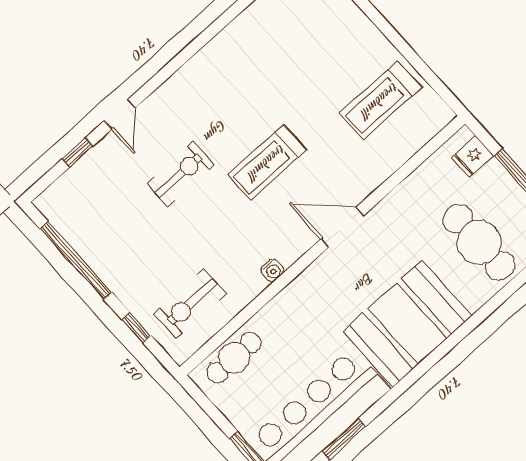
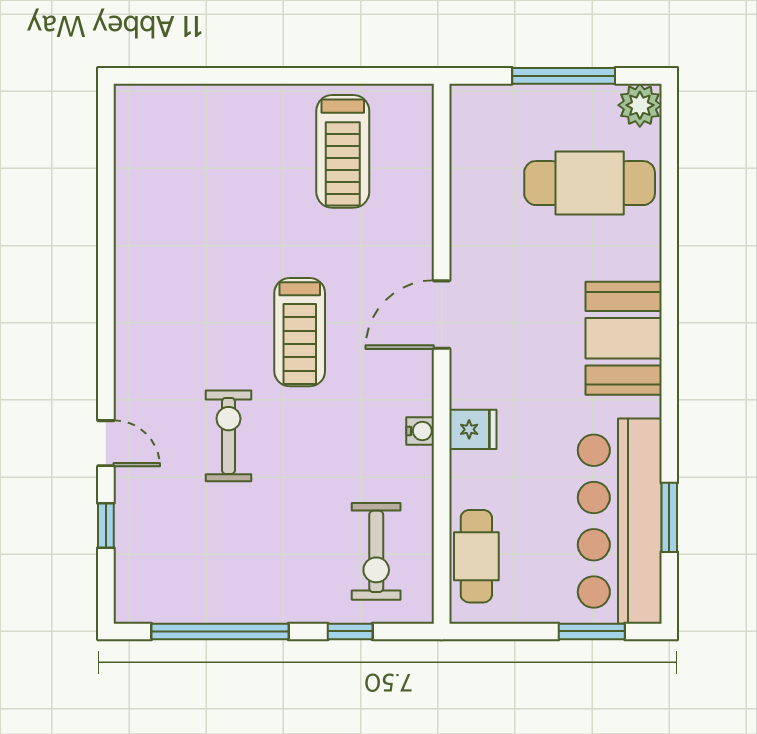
fridge: (472, 156) -> (473, 429), moved, turned -90
booth: (407, 324) -> (624, 338), width x0.73, depth x0.70

